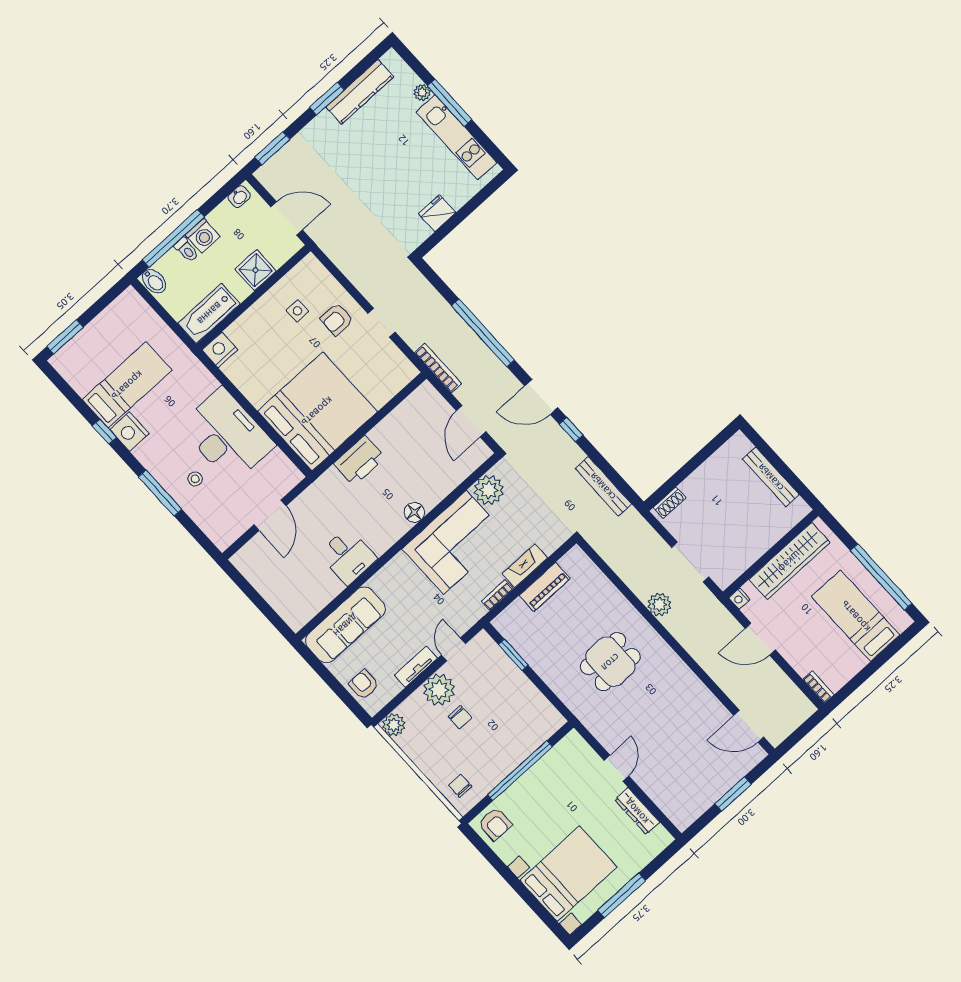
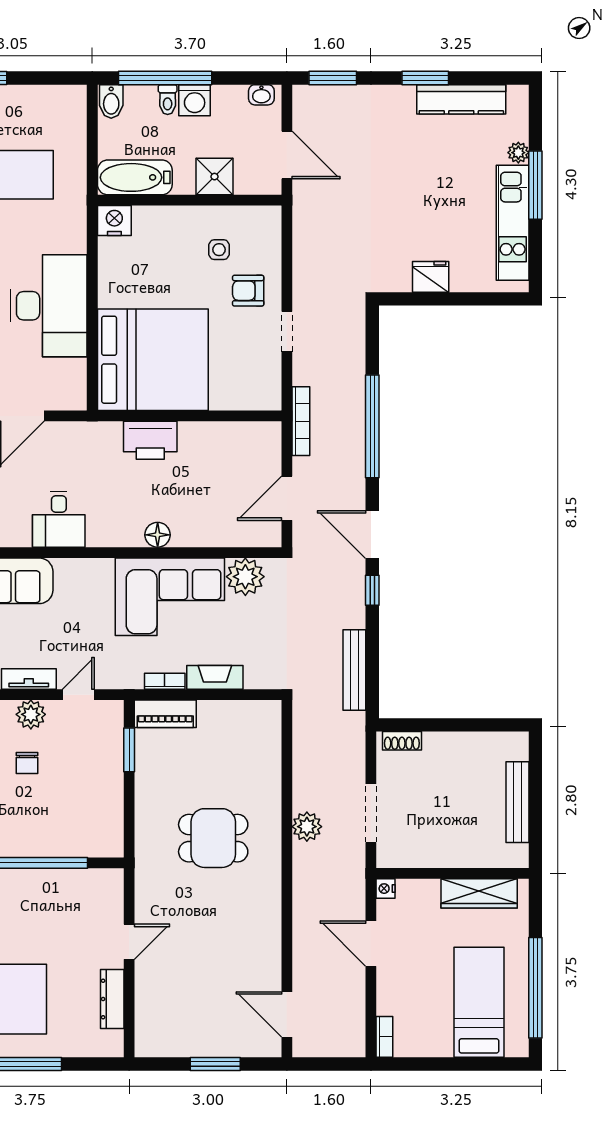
wardrobe: (789, 561) -> (479, 893), width x0.71, depth x0.85
piano: (545, 587) -> (165, 714), moved
plant: (439, 690) -> (31, 714), width x0.73, depth x0.73

